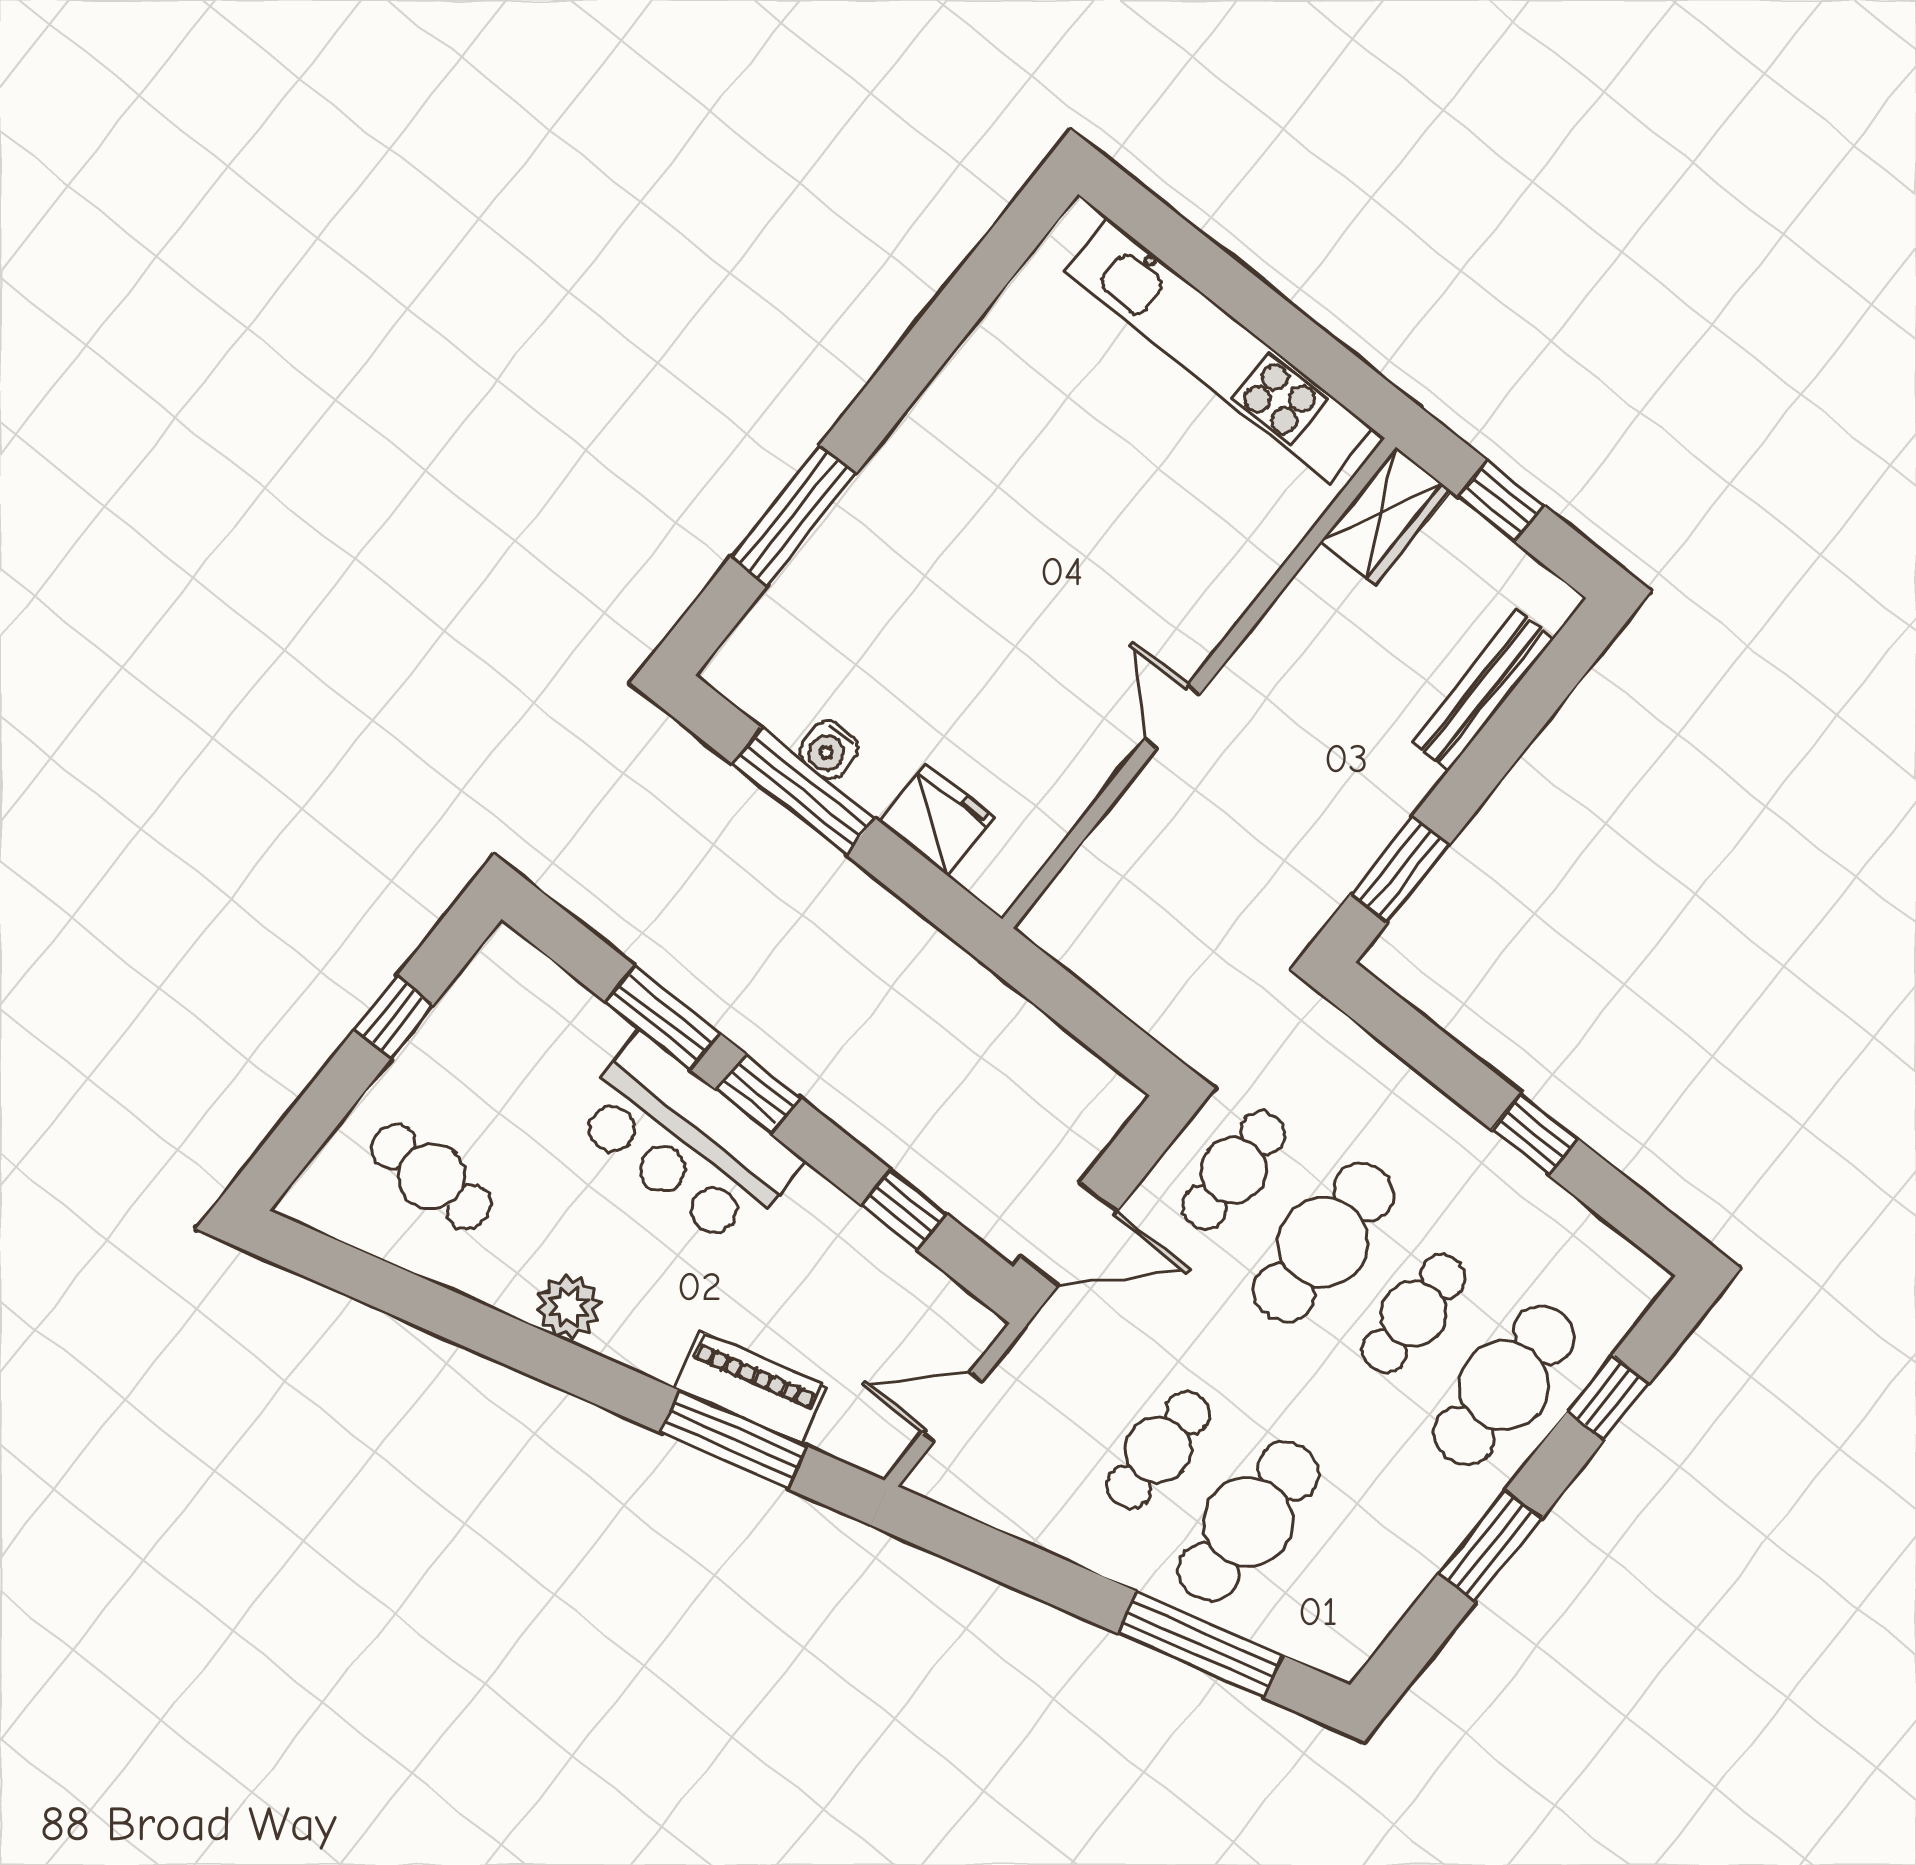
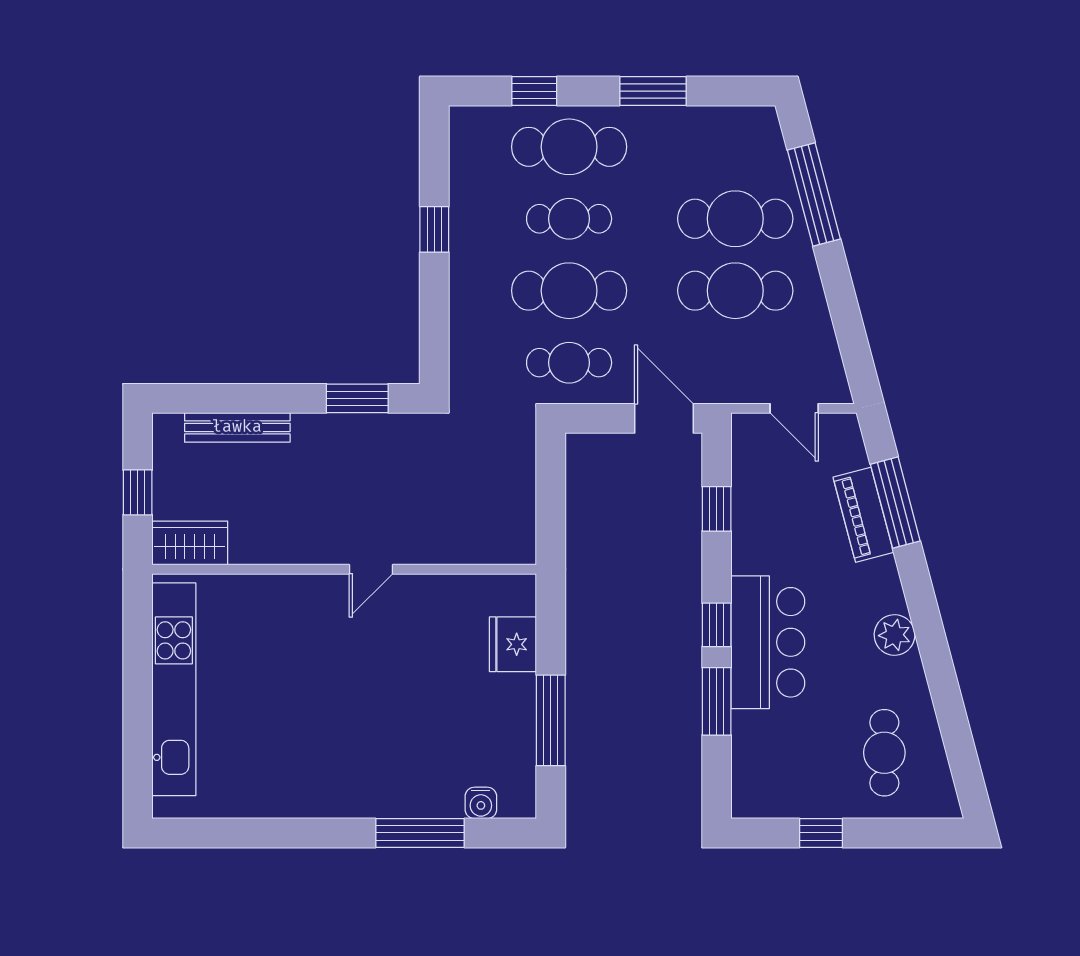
water cooler: (829, 750) -> (481, 803), moved, turned 90
cafe table: (1158, 1450) -> (735, 291), width x1.37, depth x1.35

